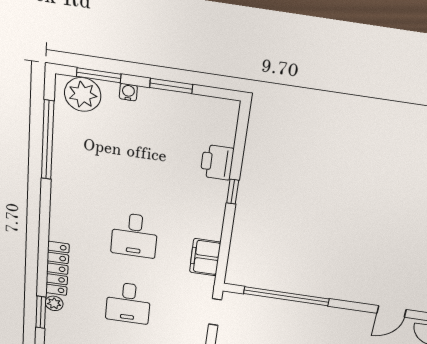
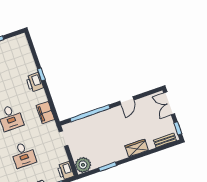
printer: (217, 162) -> (35, 82), moved
door: (392, 311) -> (127, 101), moved

